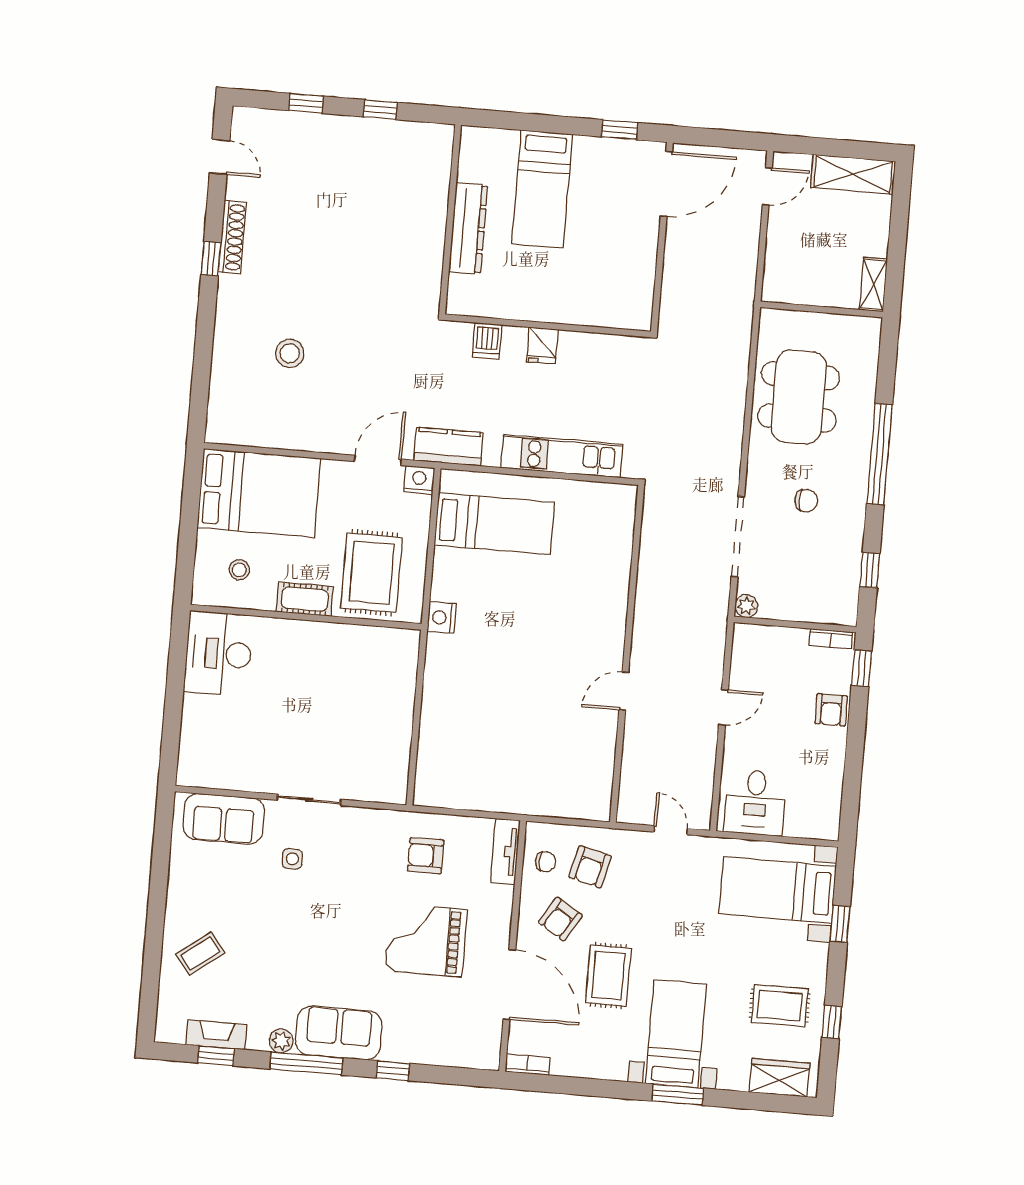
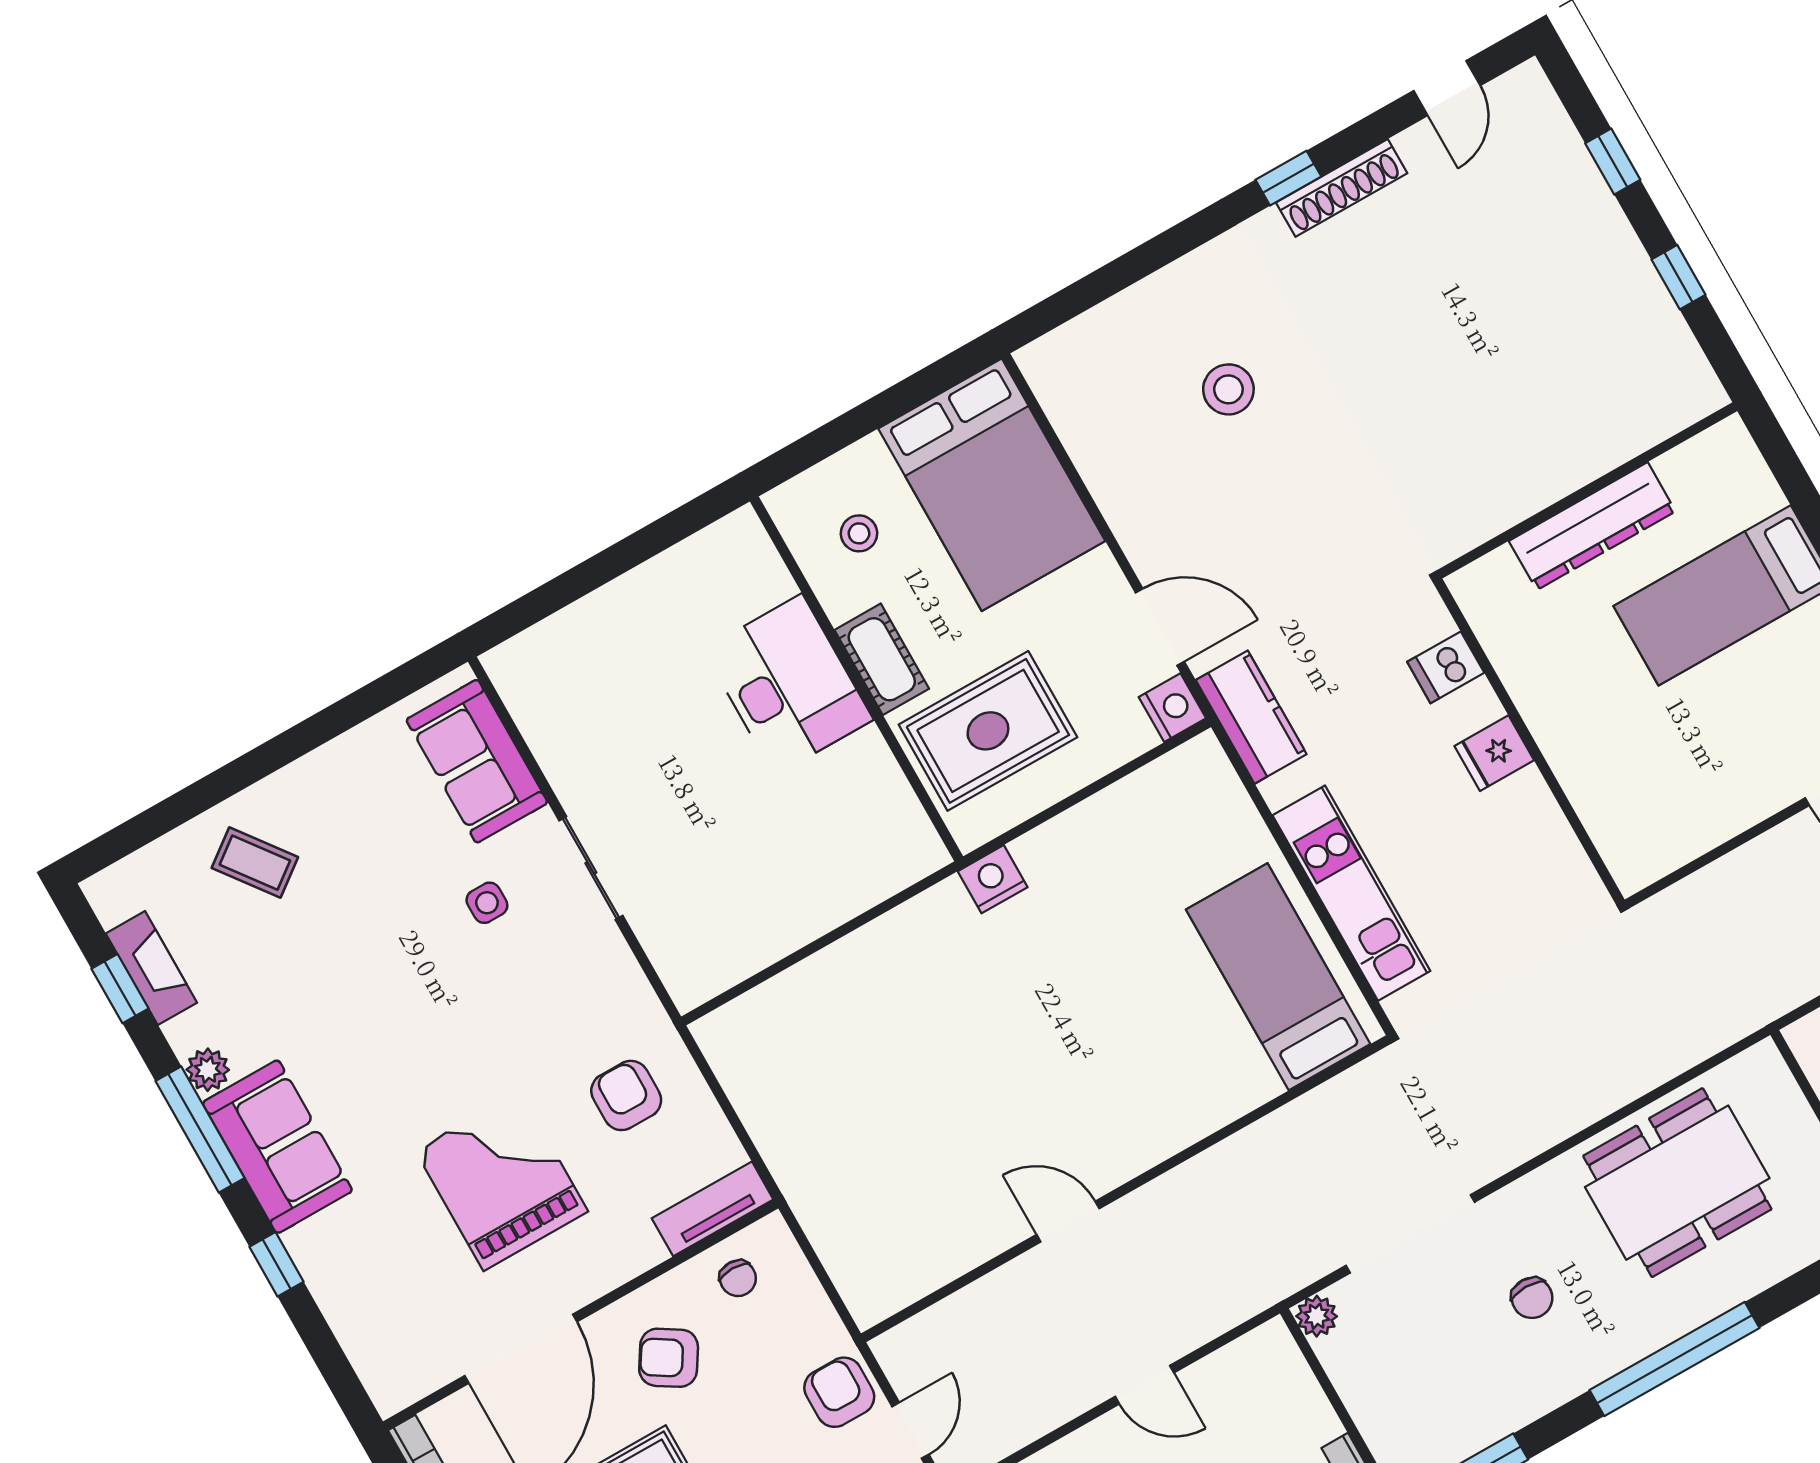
bed: (494, 524) -> (1278, 977), moved, turned 180
desk: (218, 654) -> (788, 685), moved, turned 90
armchair: (590, 867) -> (839, 1392), moved, turned 76

